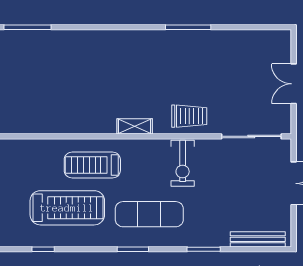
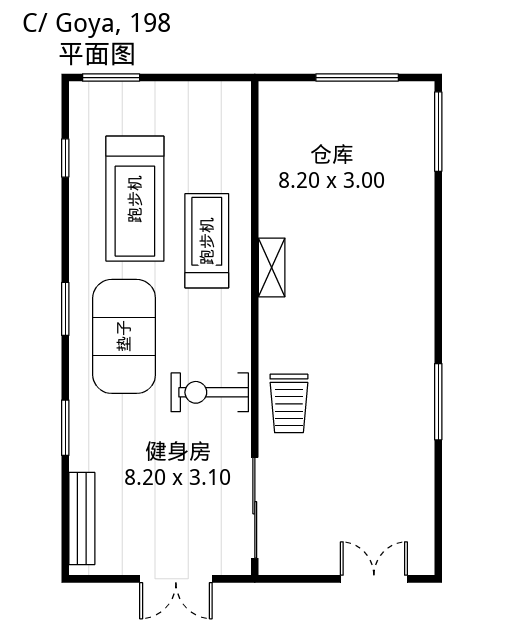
double door: (294, 84) -> (374, 579), moved
shelving: (135, 126) -> (272, 267), moved
exercise mat: (149, 214) -> (124, 336), width x1.47

